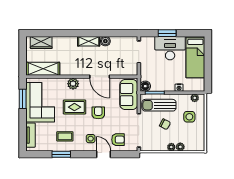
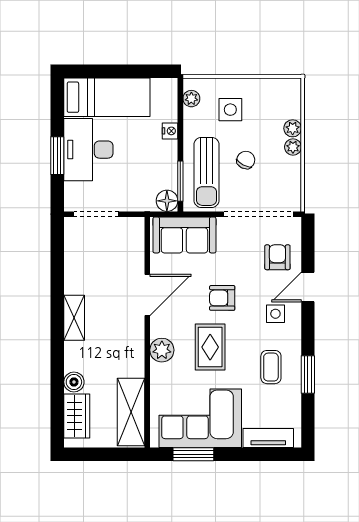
boiler: (105, 41) -> (74, 382), moved

